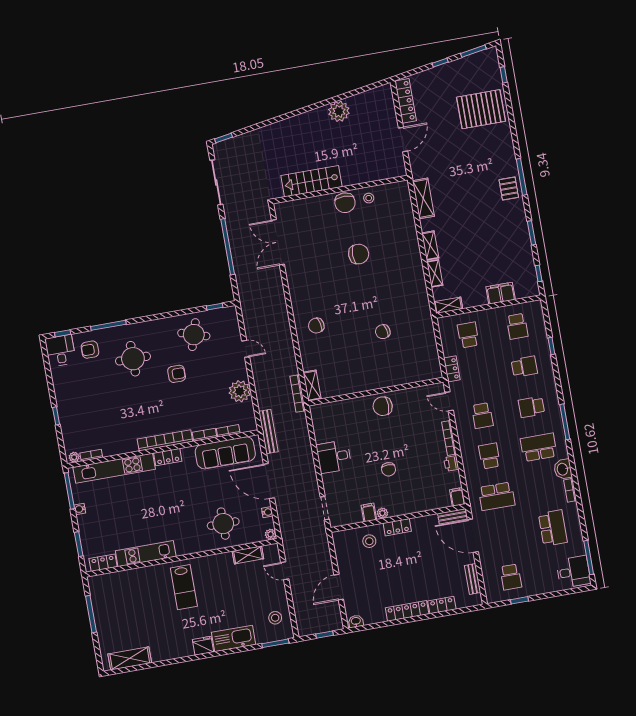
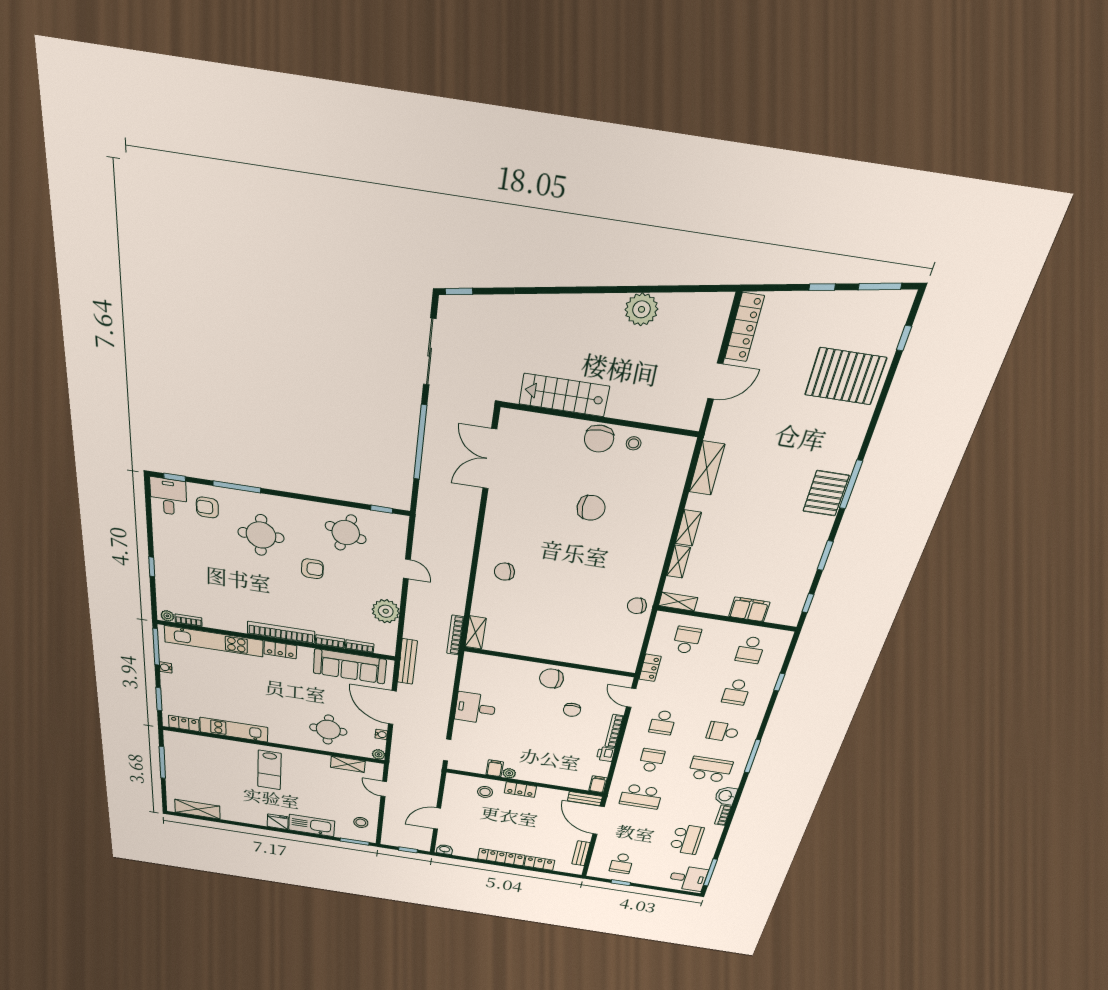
pallet: (509, 189) -> (826, 493), width x1.50, depth x1.42
chair: (383, 332) -> (637, 606), moved
school desk: (524, 367) -> (736, 692), turned 90
chair: (389, 469) -> (572, 710), moved

